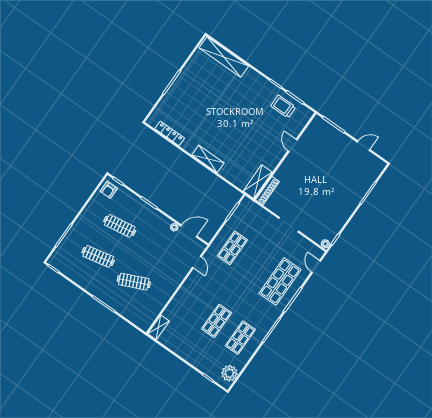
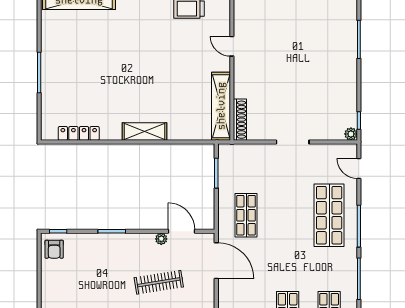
shelving: (258, 182) -> (221, 106), width x1.47
clothes rail: (120, 226) -> (159, 282), moved
door: (189, 231) -> (181, 231), hinge flipped
door: (197, 262) -> (216, 261), width x1.88

